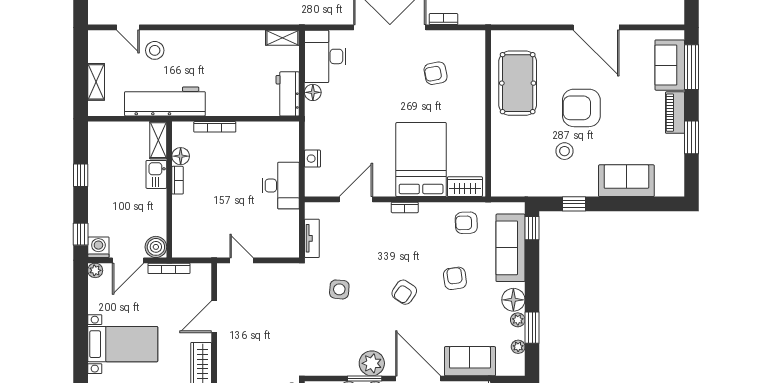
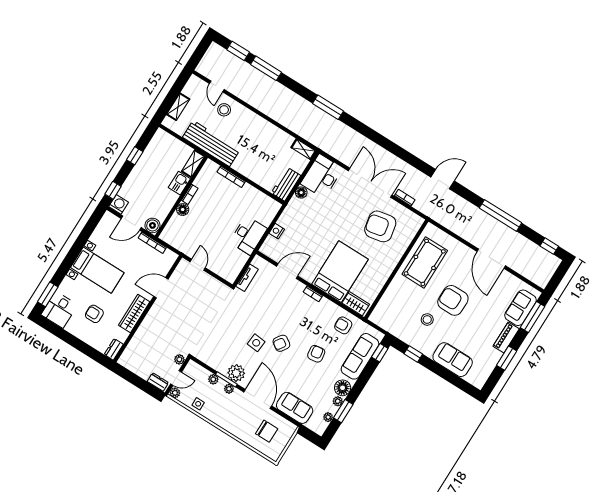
armchair: (436, 73) -> (380, 226), width x1.88, depth x1.88
floor lamp: (181, 156) -> (183, 210), moved
plant: (95, 270) -> (108, 217), removed
side table: (339, 289) -> (256, 343), moved

